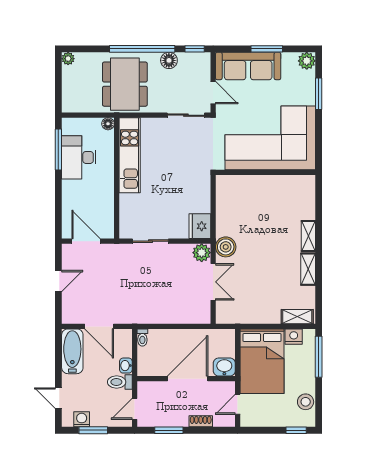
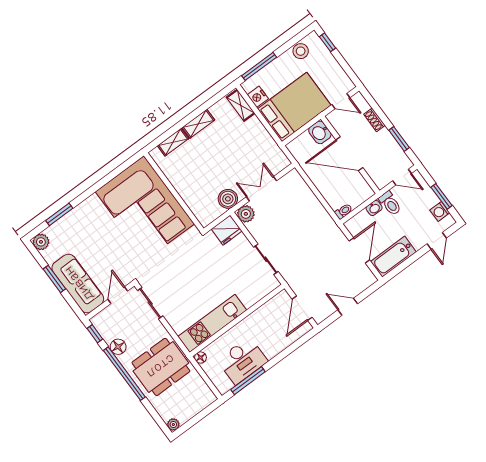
corner sofa: (270, 138) -> (145, 208), moved
wall: (265, 172) -> (174, 192), moved

